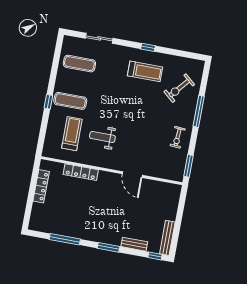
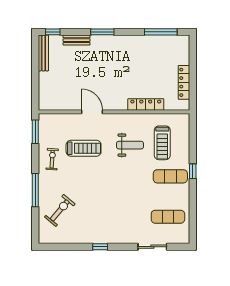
treadmill: (145, 71) -> (84, 148), moved, turned 180
window: (65, 239) -> (161, 32), moved

